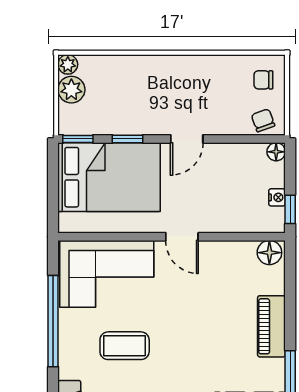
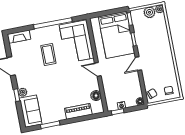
door: (187, 139) -> (138, 64), hinge flipped
door: (182, 237) -> (98, 69), hinge flipped
floor lamp: (269, 253) -> (96, 96), moved
piano: (271, 326) -> (78, 111), moved

